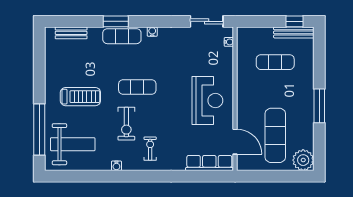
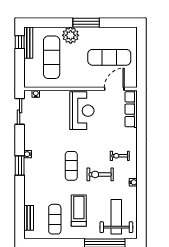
window: (116, 21) -> (20, 165), moved
exercise mat: (122, 36) -> (55, 219), moved
exercise mat: (275, 62) -> (52, 57), width x1.36, depth x1.45
reception desk: (207, 101) -> (82, 111), turned 90
exercise bike: (126, 124) -> (100, 174), turned 180
plant: (303, 160) -> (71, 35), moved

